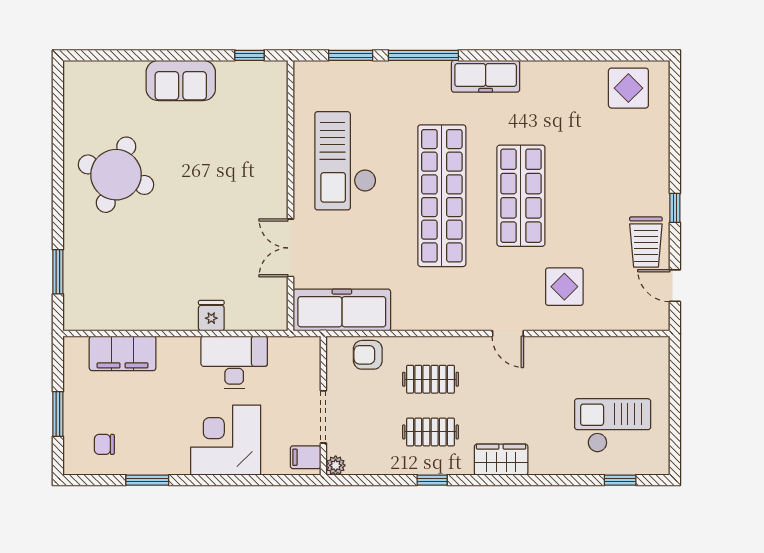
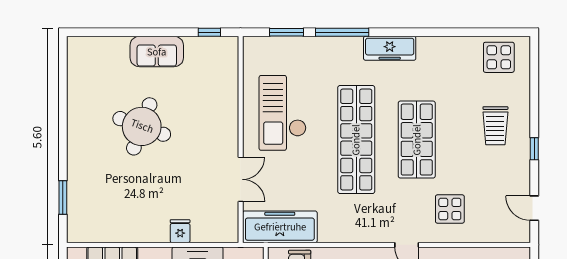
round table: (116, 175) -> (142, 126), moved
trolley: (646, 242) -> (495, 126), moved
double door: (291, 248) -> (241, 179), swing flipped

